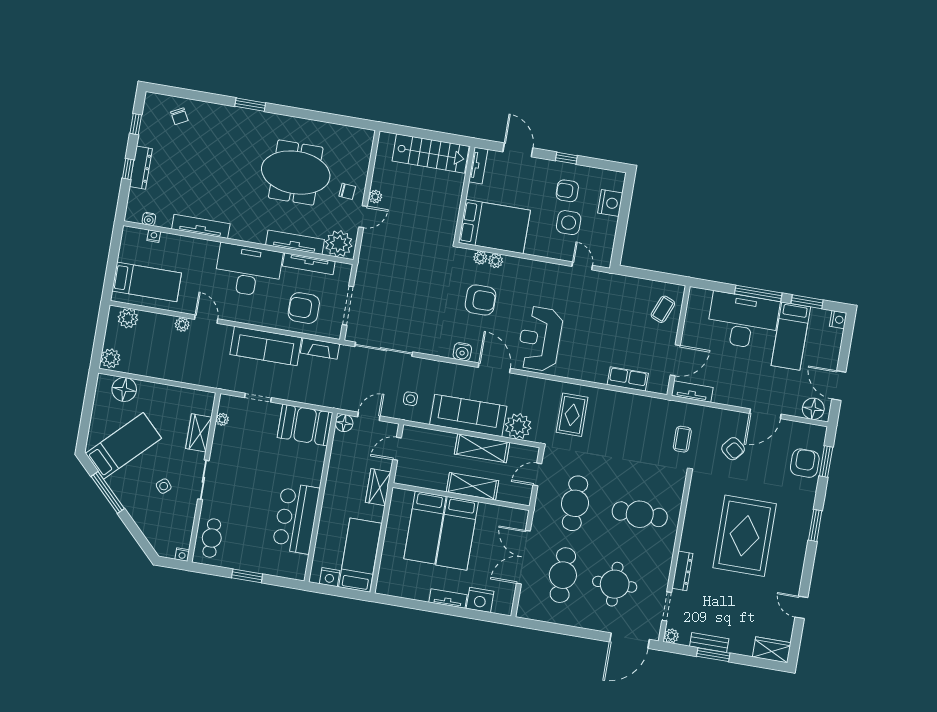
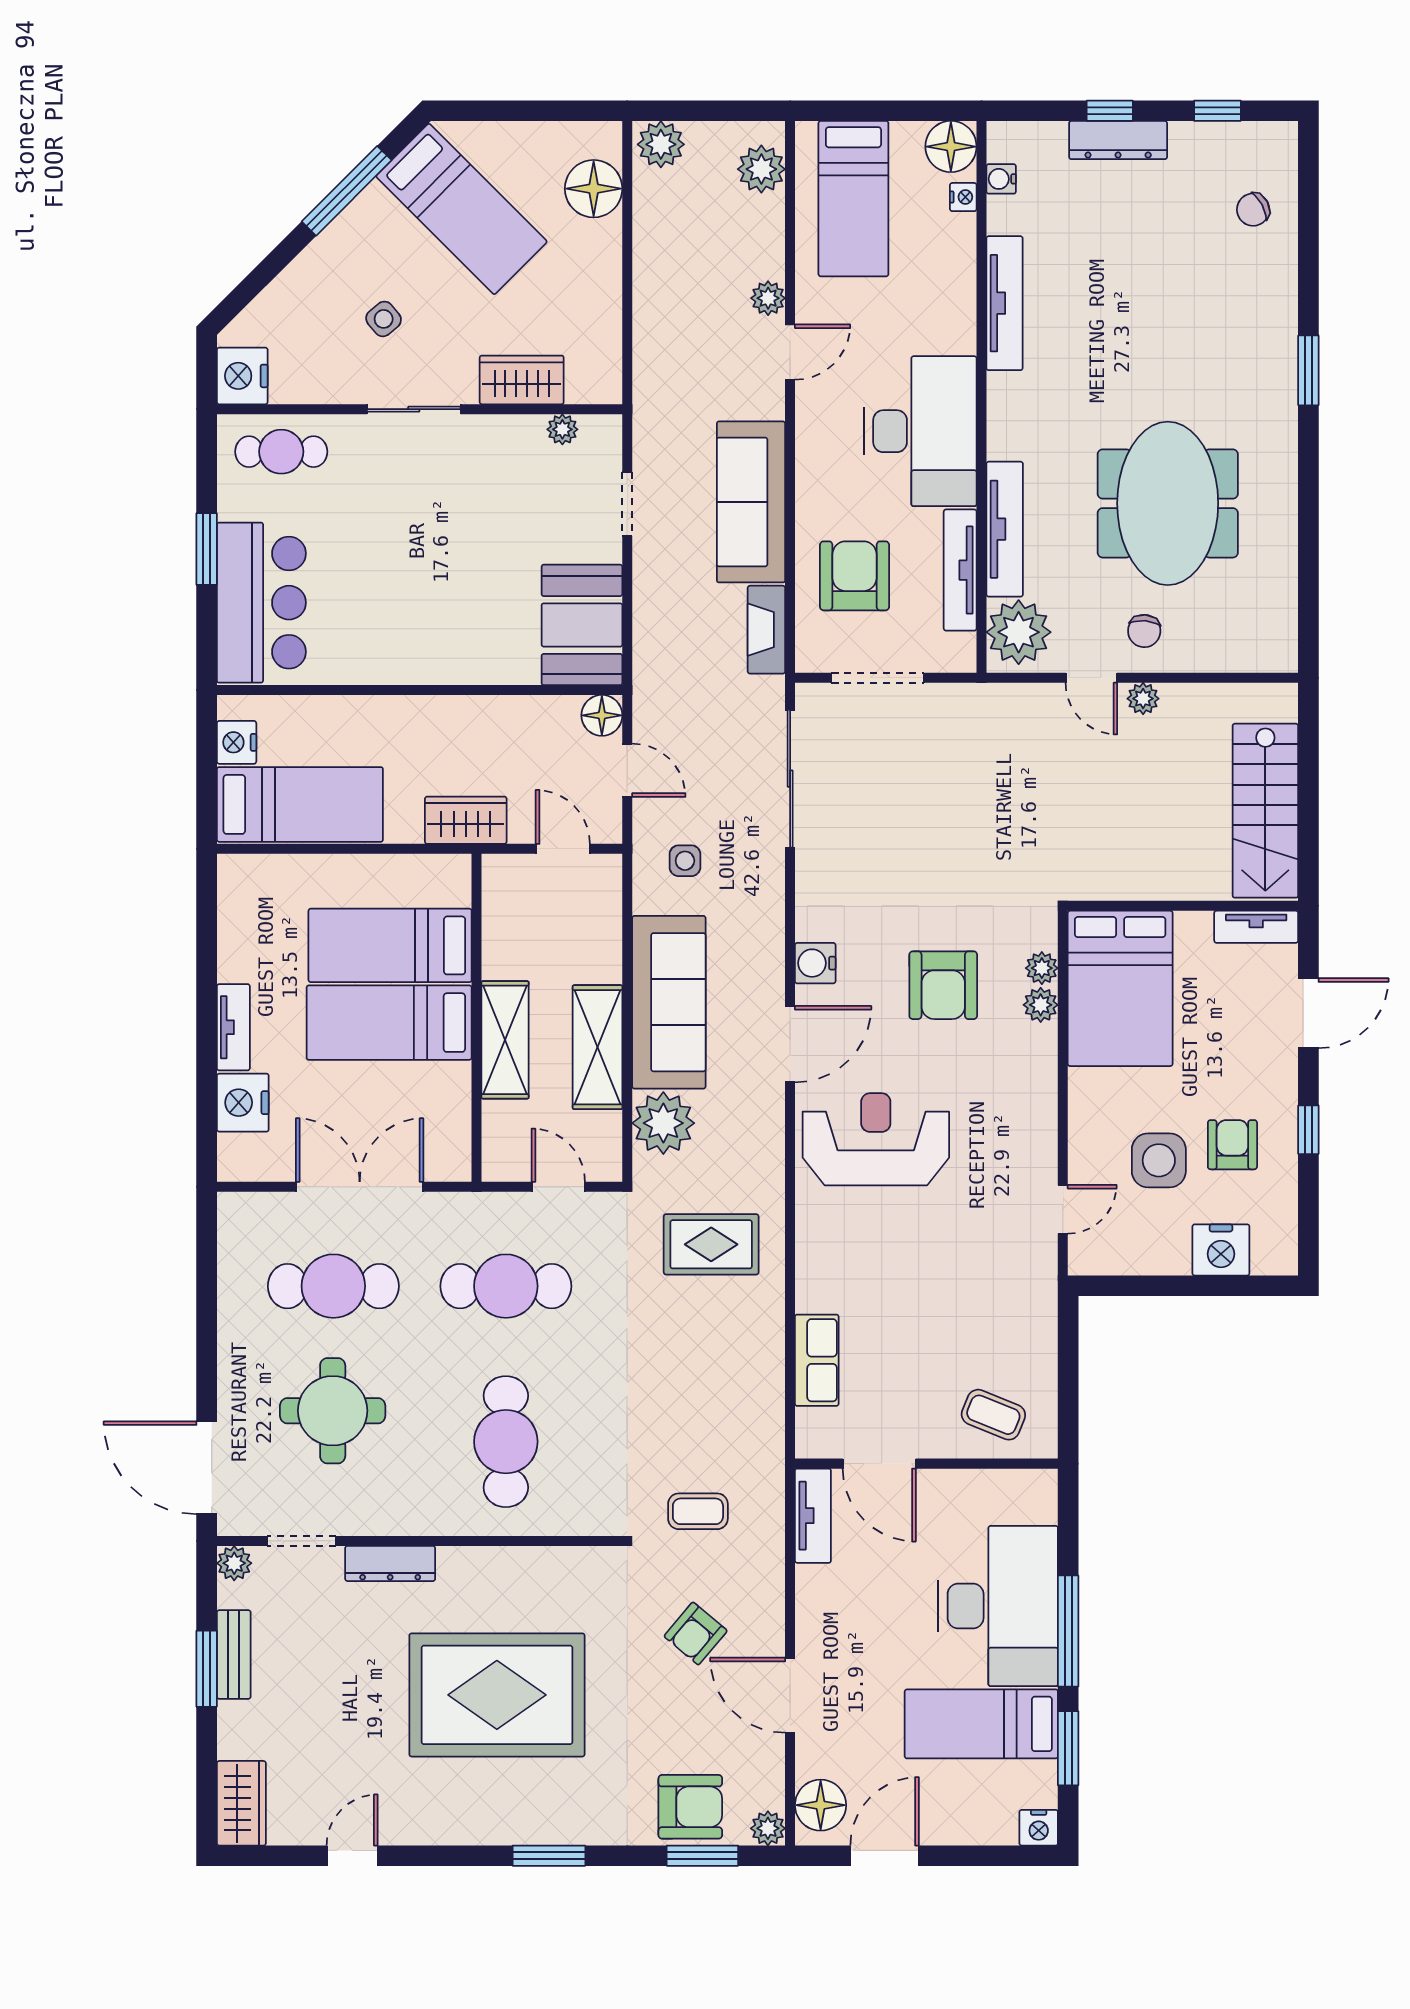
floor lamp: (132, 238) -> (951, 147), added
plant: (819, 432) -> (768, 1828), added
bar counter: (296, 518) -> (261, 603), moved, turned 90
nightstand: (182, 555) -> (242, 376), width x1.89, depth x1.79

